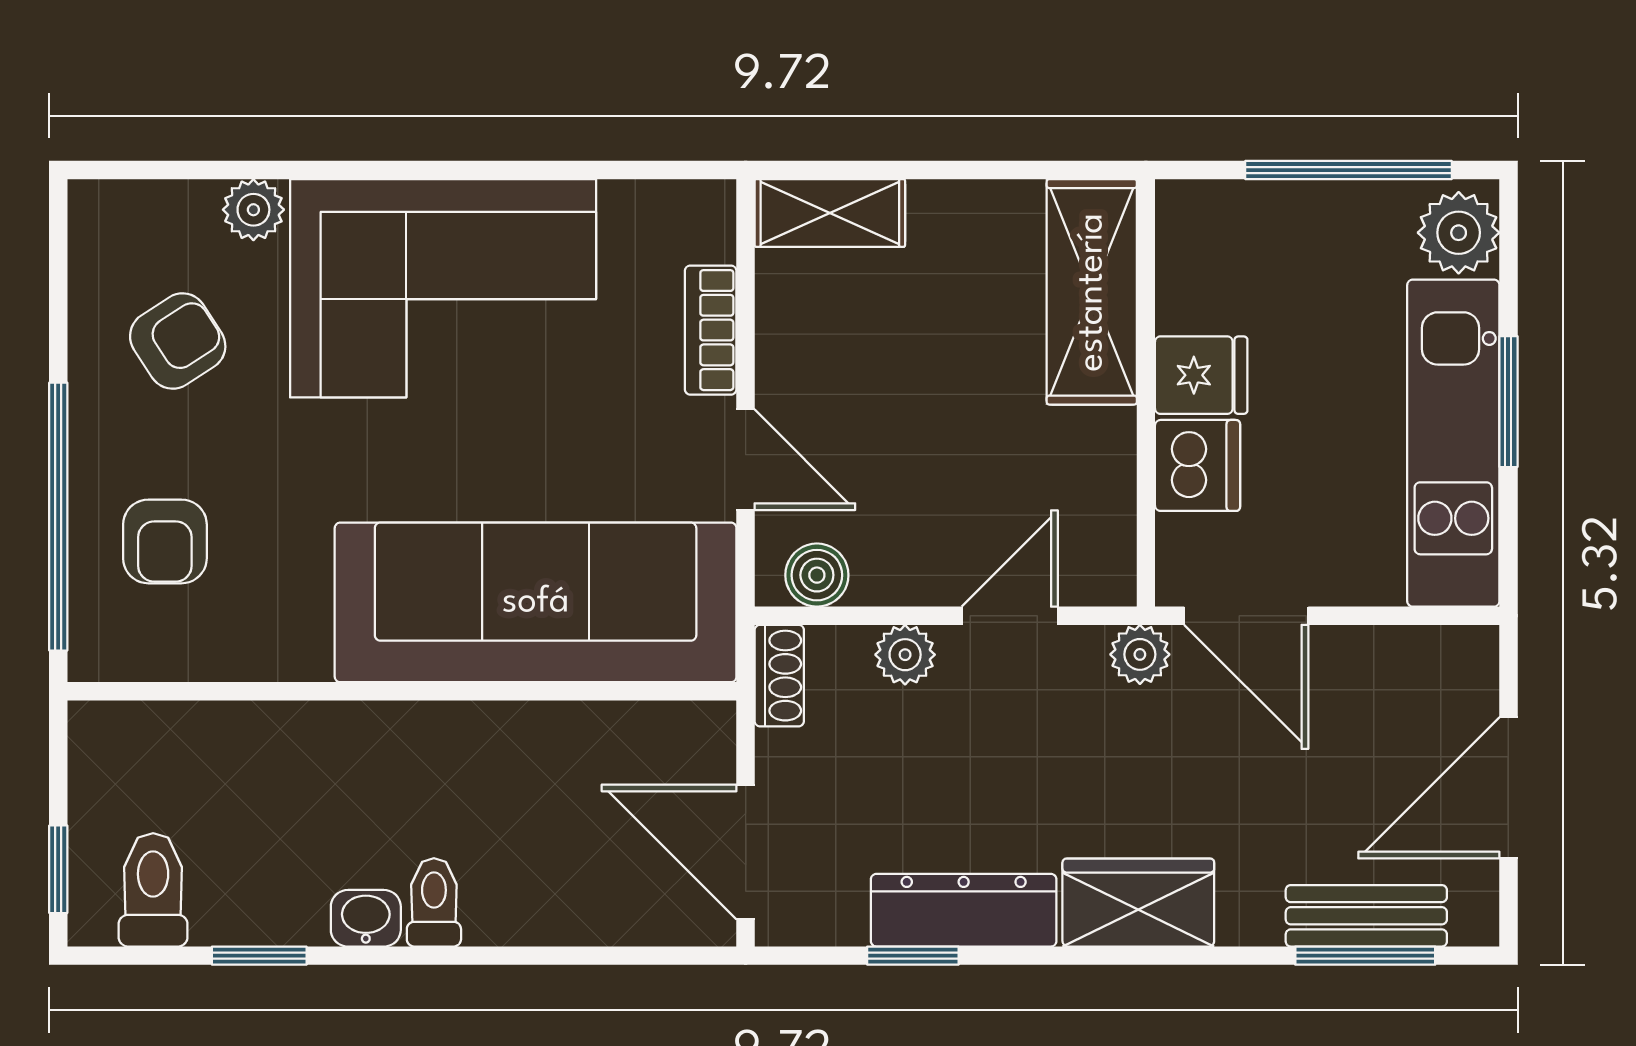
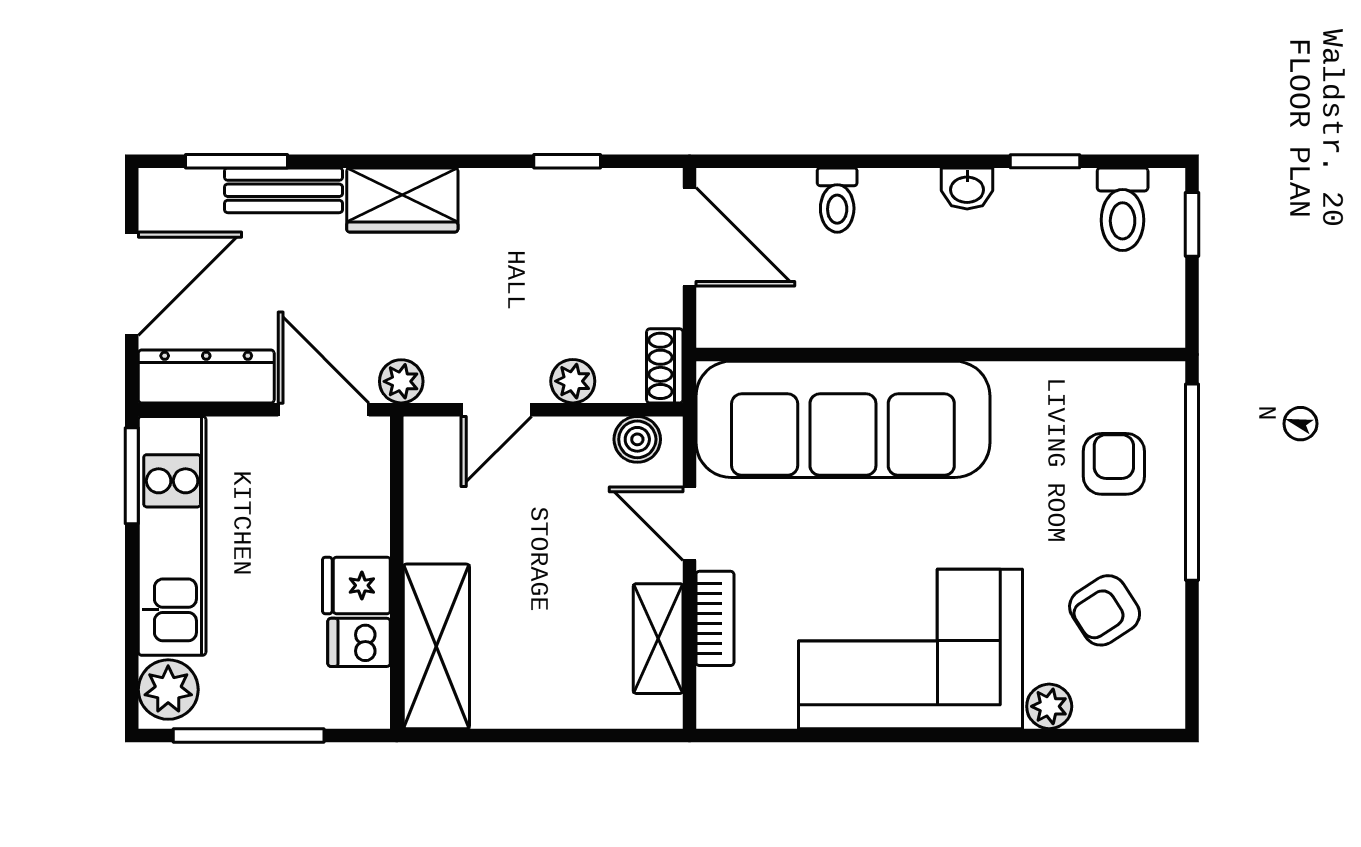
shelving: (830, 213) -> (658, 639), moved, turned 90
window: (1508, 402) -> (132, 476), moved
dishwasher: (1198, 465) -> (359, 642), moved, width x0.73
toilet: (434, 902) -> (837, 200), moved
dresser: (964, 910) -> (206, 376), moved, turned 180
bench: (1366, 916) -> (284, 190), moved

